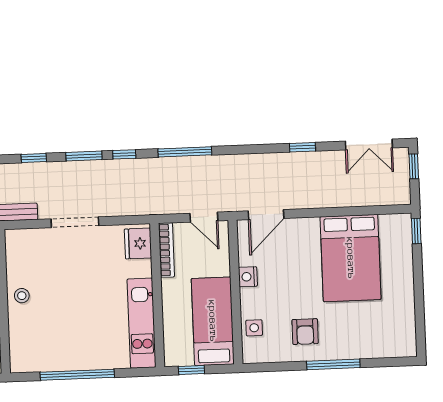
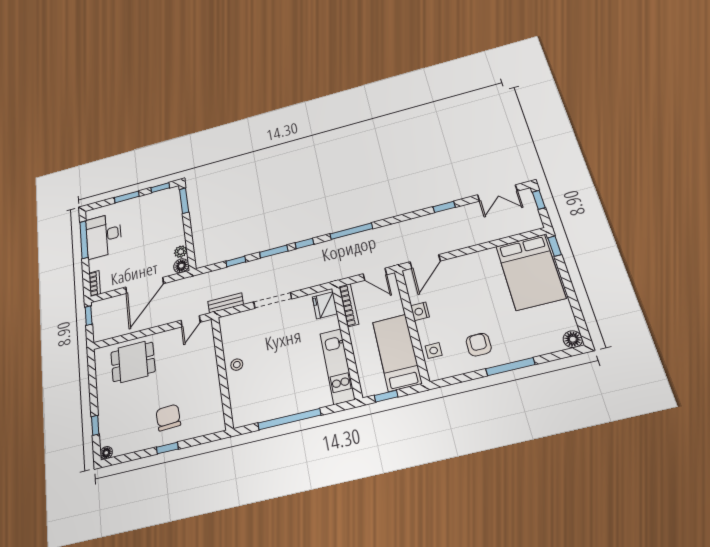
bed: (351, 258) -> (530, 272), moved
armchair: (305, 332) -> (479, 345), turned 180
floor lamp: (407, 347) -> (573, 339), added

